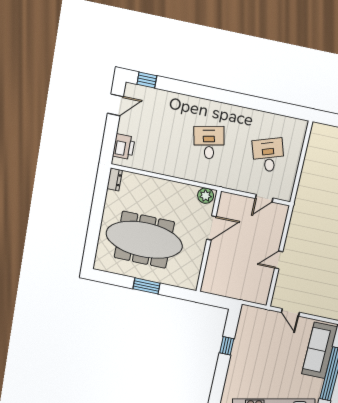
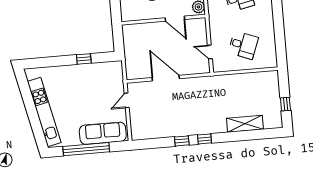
desk: (268, 155) -> (243, 45), turned 39
door: (279, 260) -> (166, 78), width x1.88

